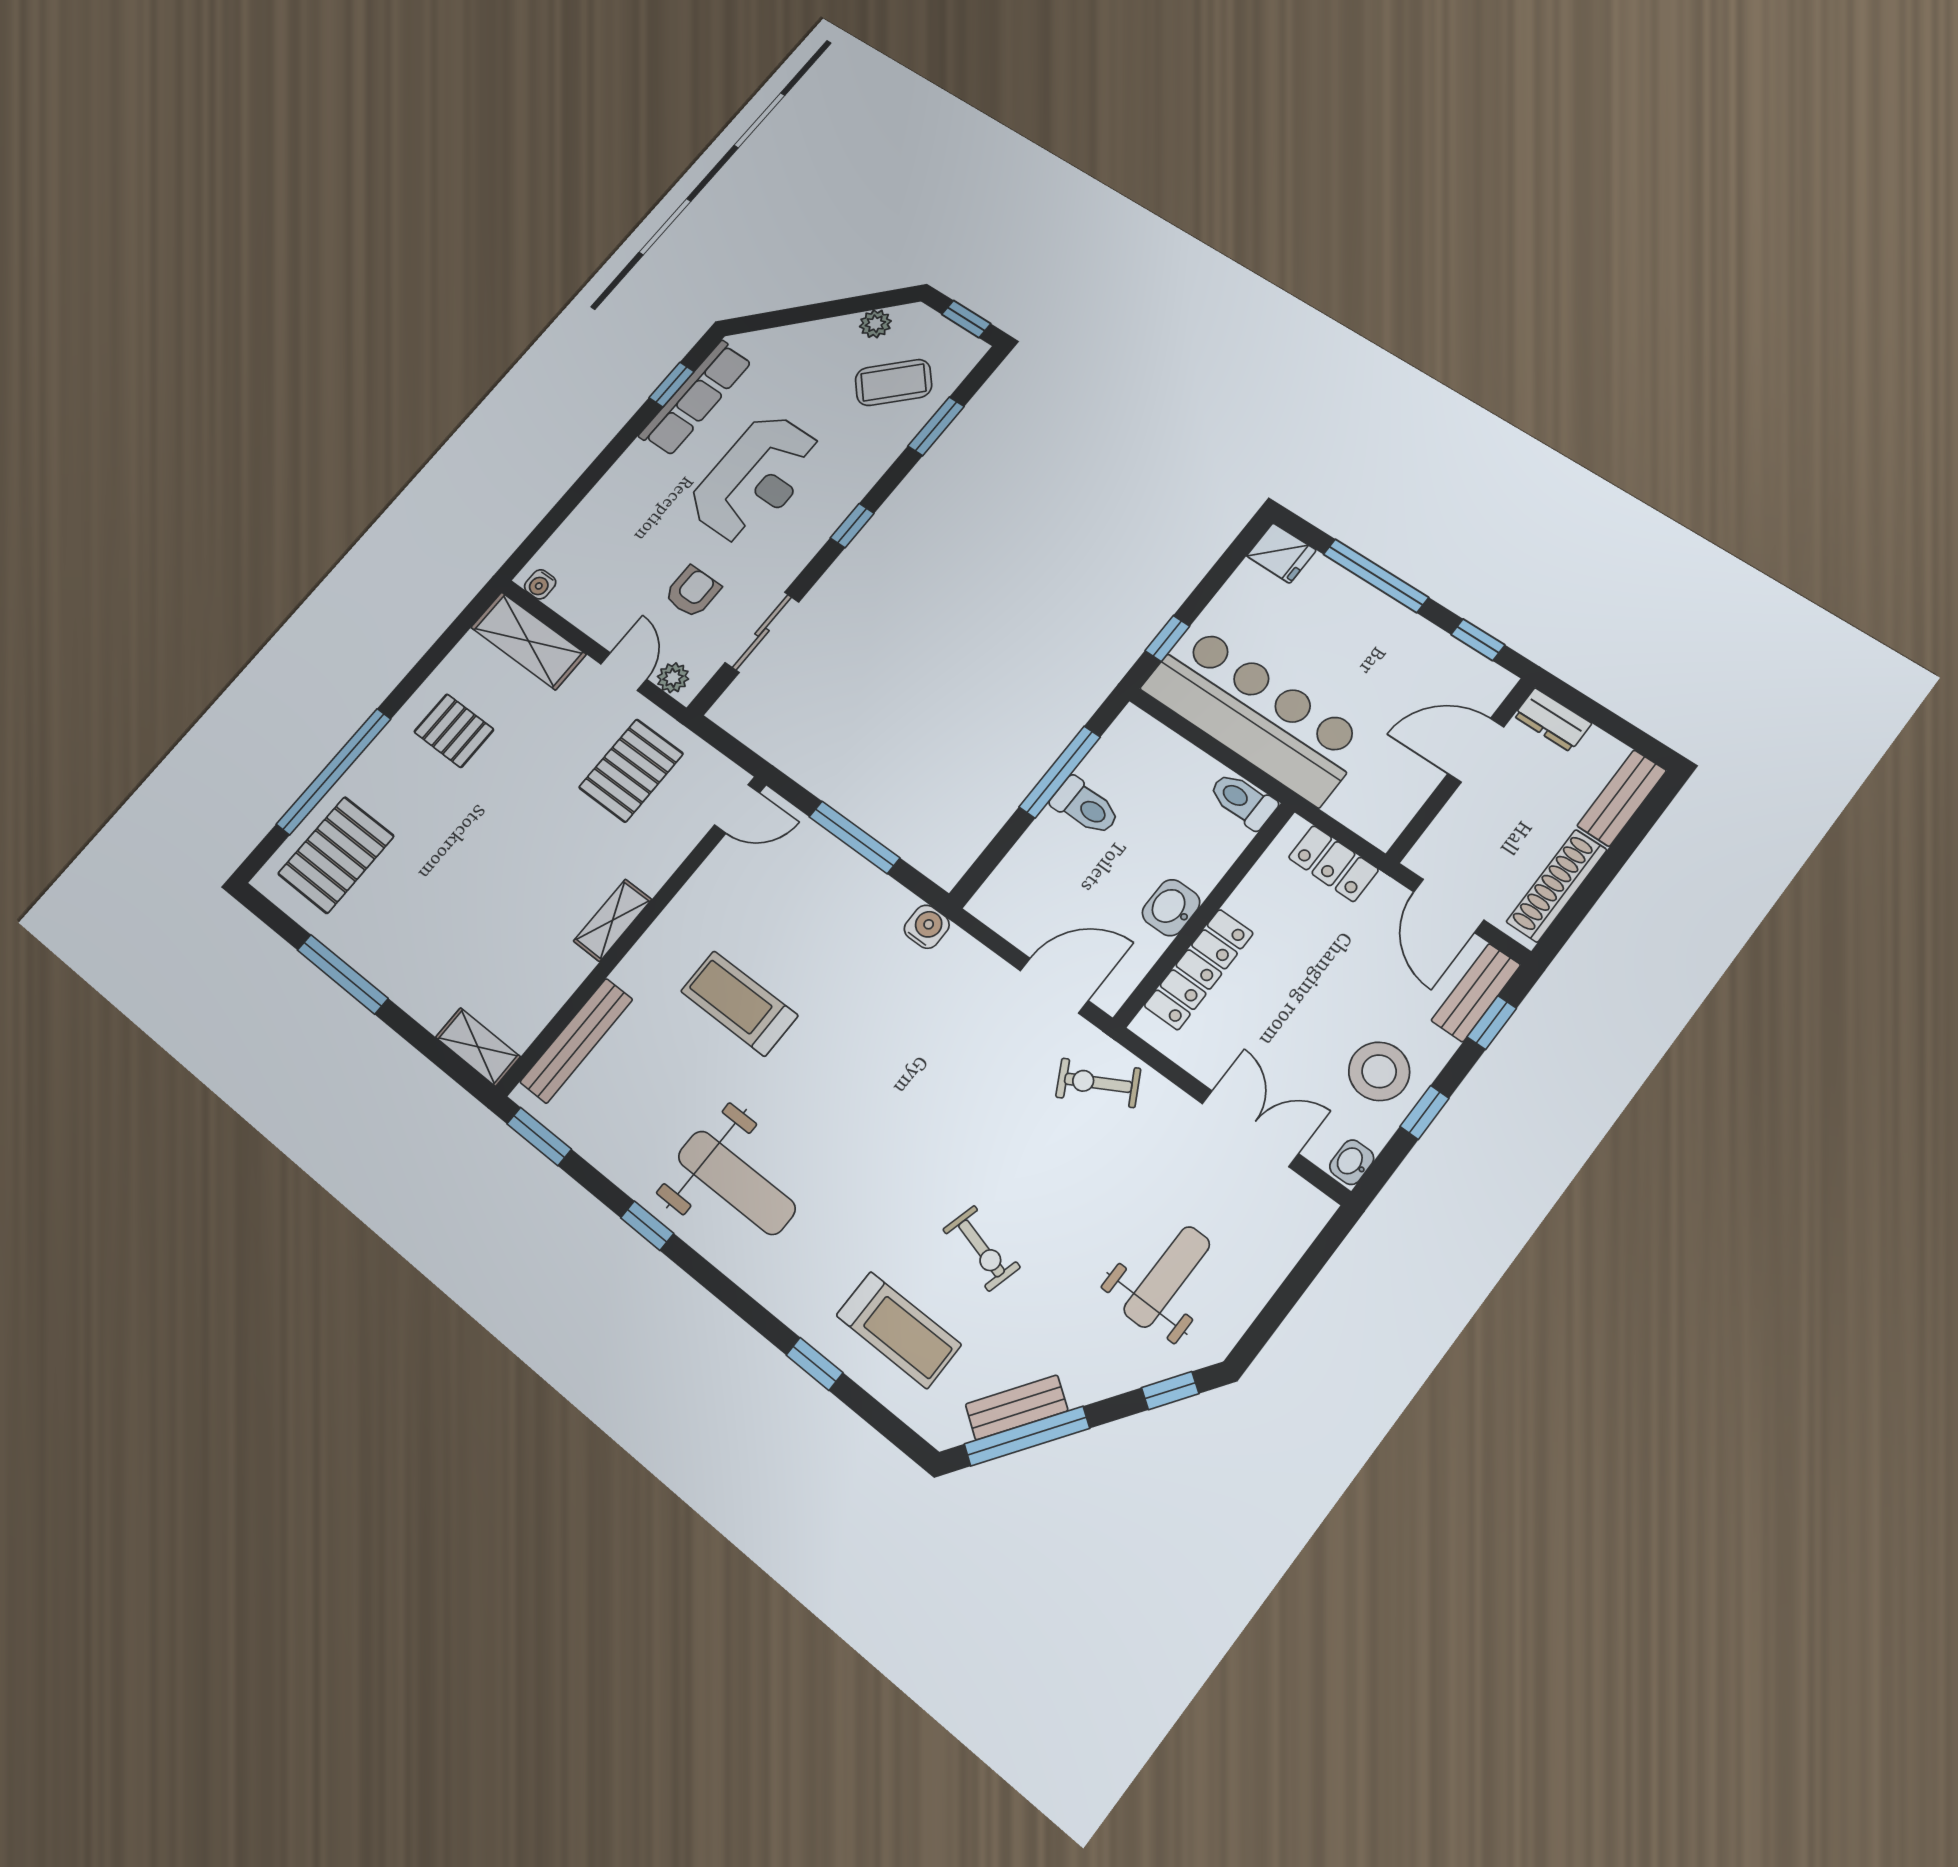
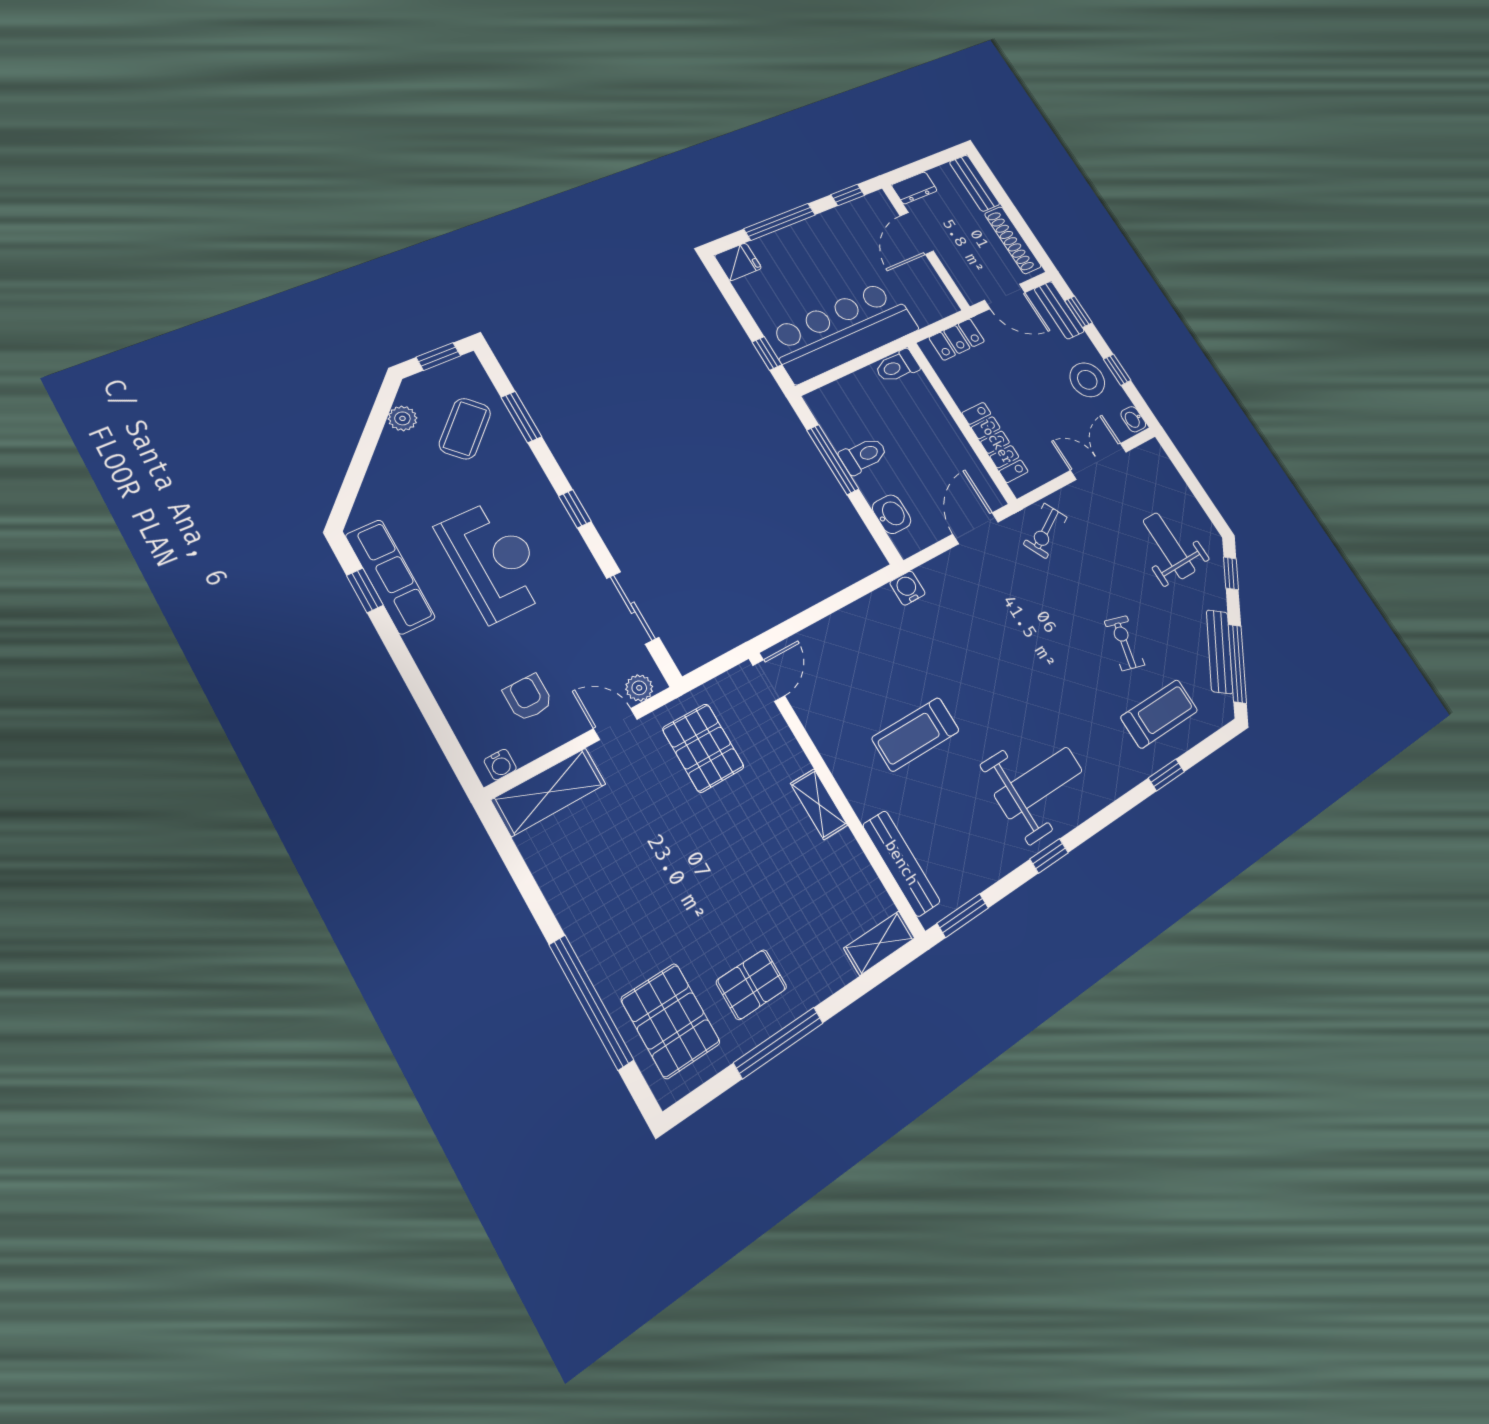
armchair: (692, 592) -> (528, 698), moved
pallet: (454, 731) -> (751, 985), moved
window: (854, 837) -> (825, 608), removed
washbasin: (1171, 908) -> (892, 514), moved, turned 180
exercise bike: (981, 1248) -> (1124, 643), turned -90
bench: (1017, 1407) -> (1220, 652), width x1.36

